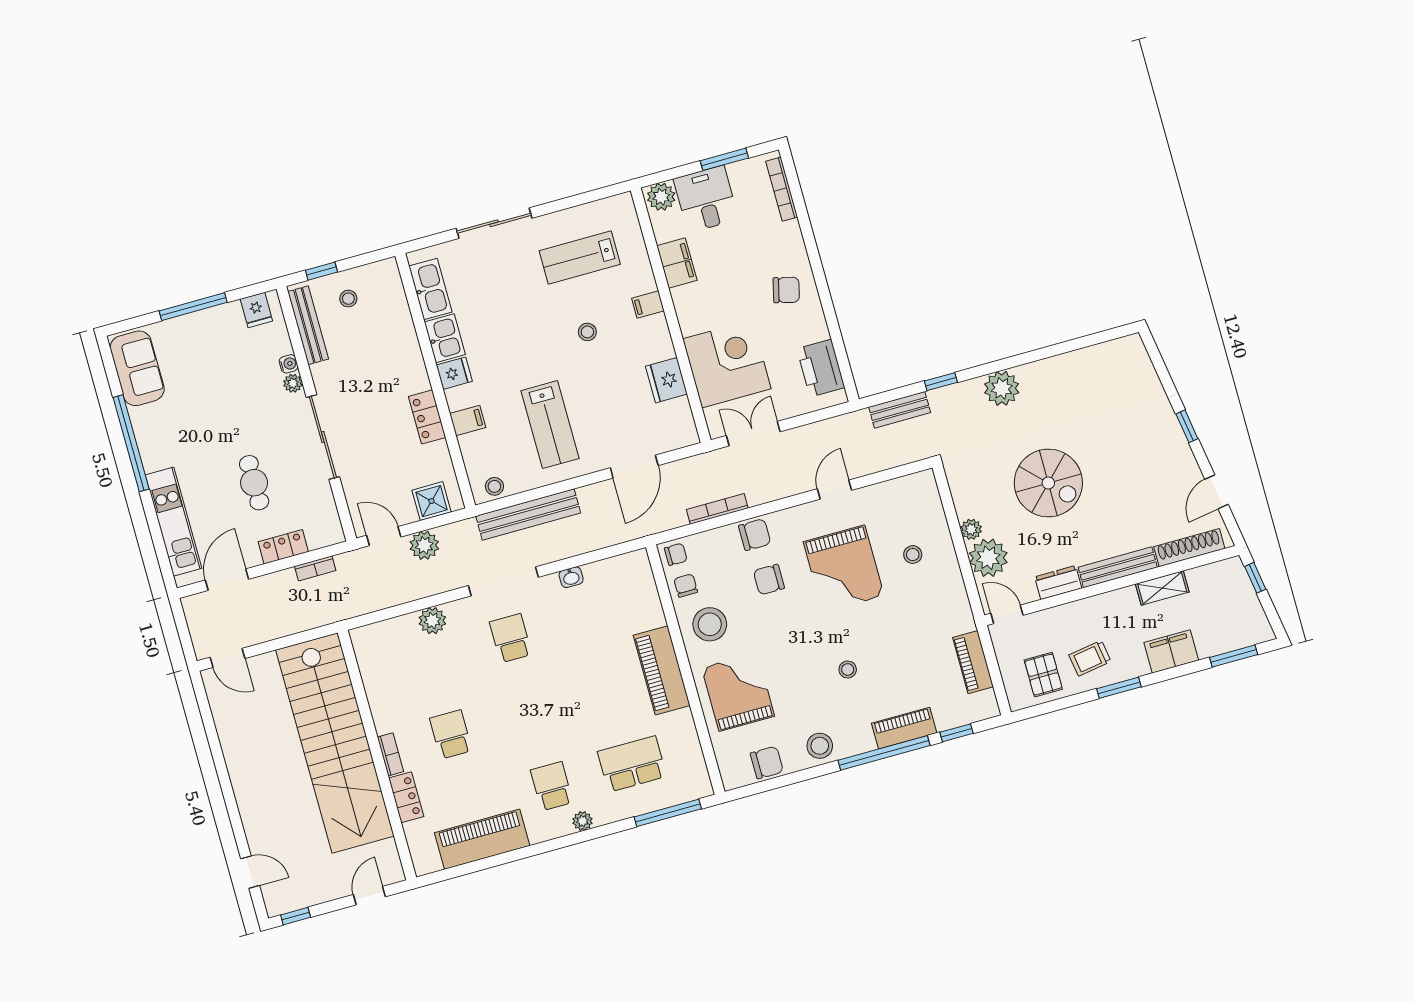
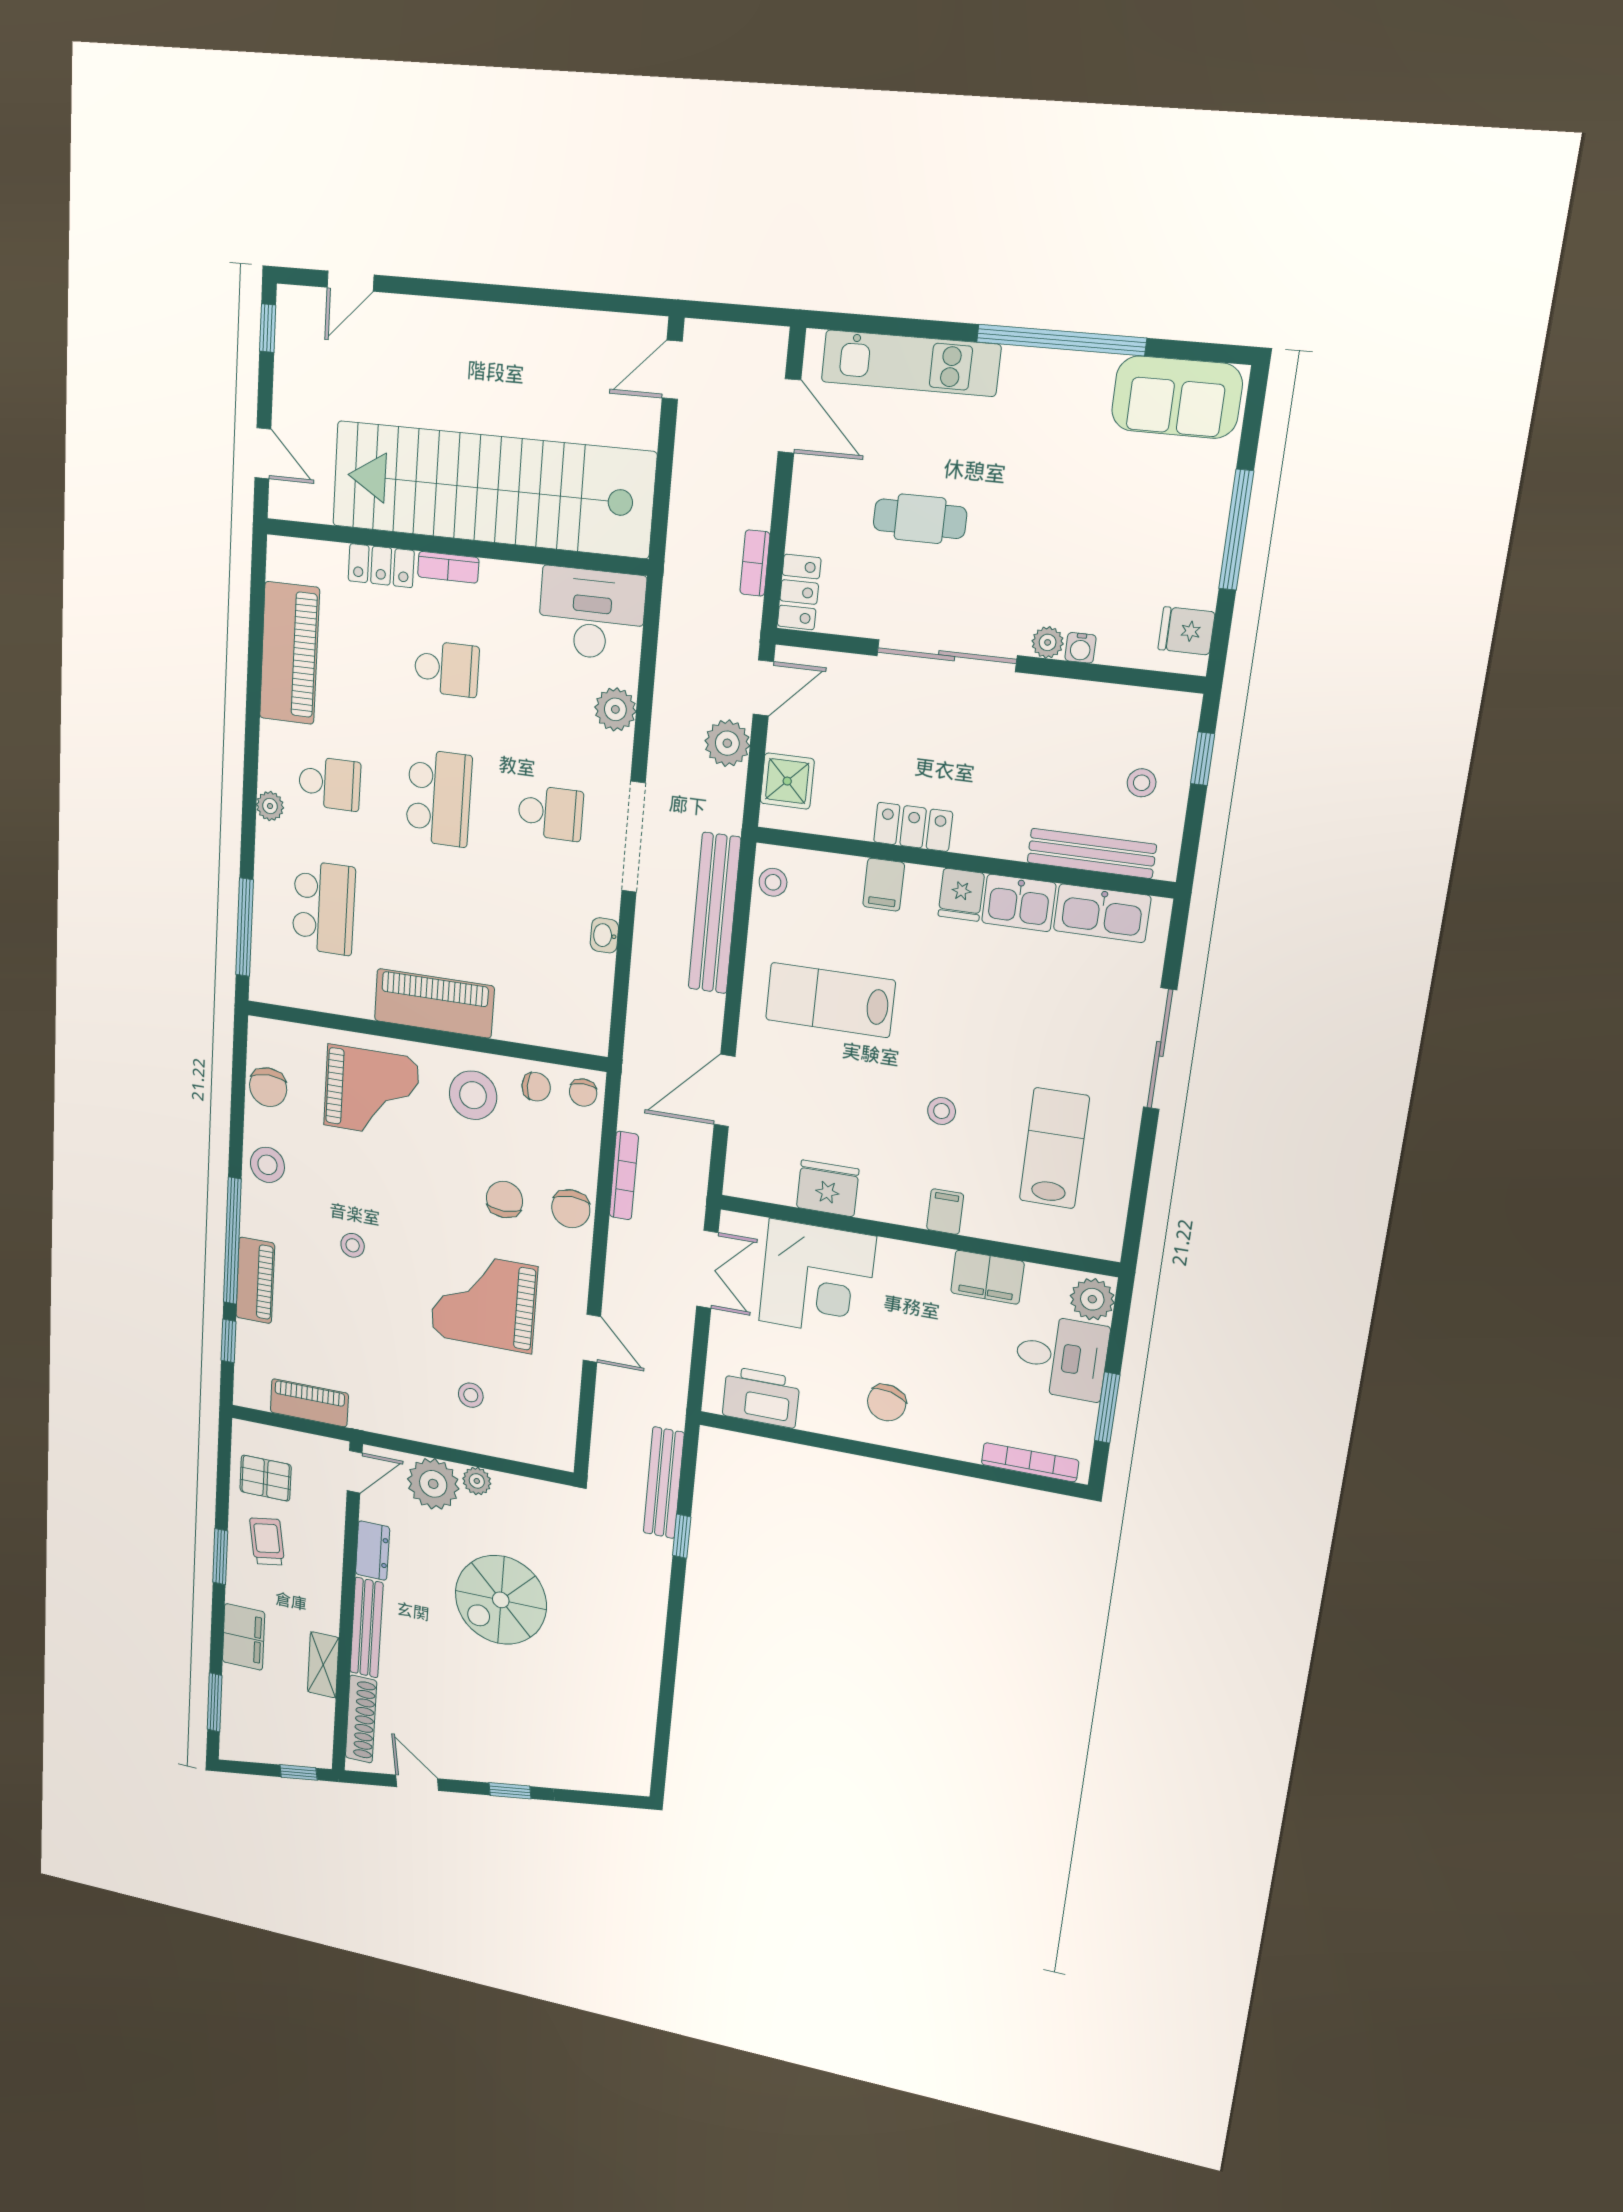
bench: (308, 325) -> (1092, 853), moved
plant: (1002, 388) -> (643, 1604), removed
bench: (900, 410) -> (664, 1483), width x1.36
door: (634, 467) -> (725, 1091), hinge flipped
locker: (283, 547) -> (799, 592), moved
desk: (383, 656) -> (592, 614), added
school desk: (531, 712) -> (439, 798), added

